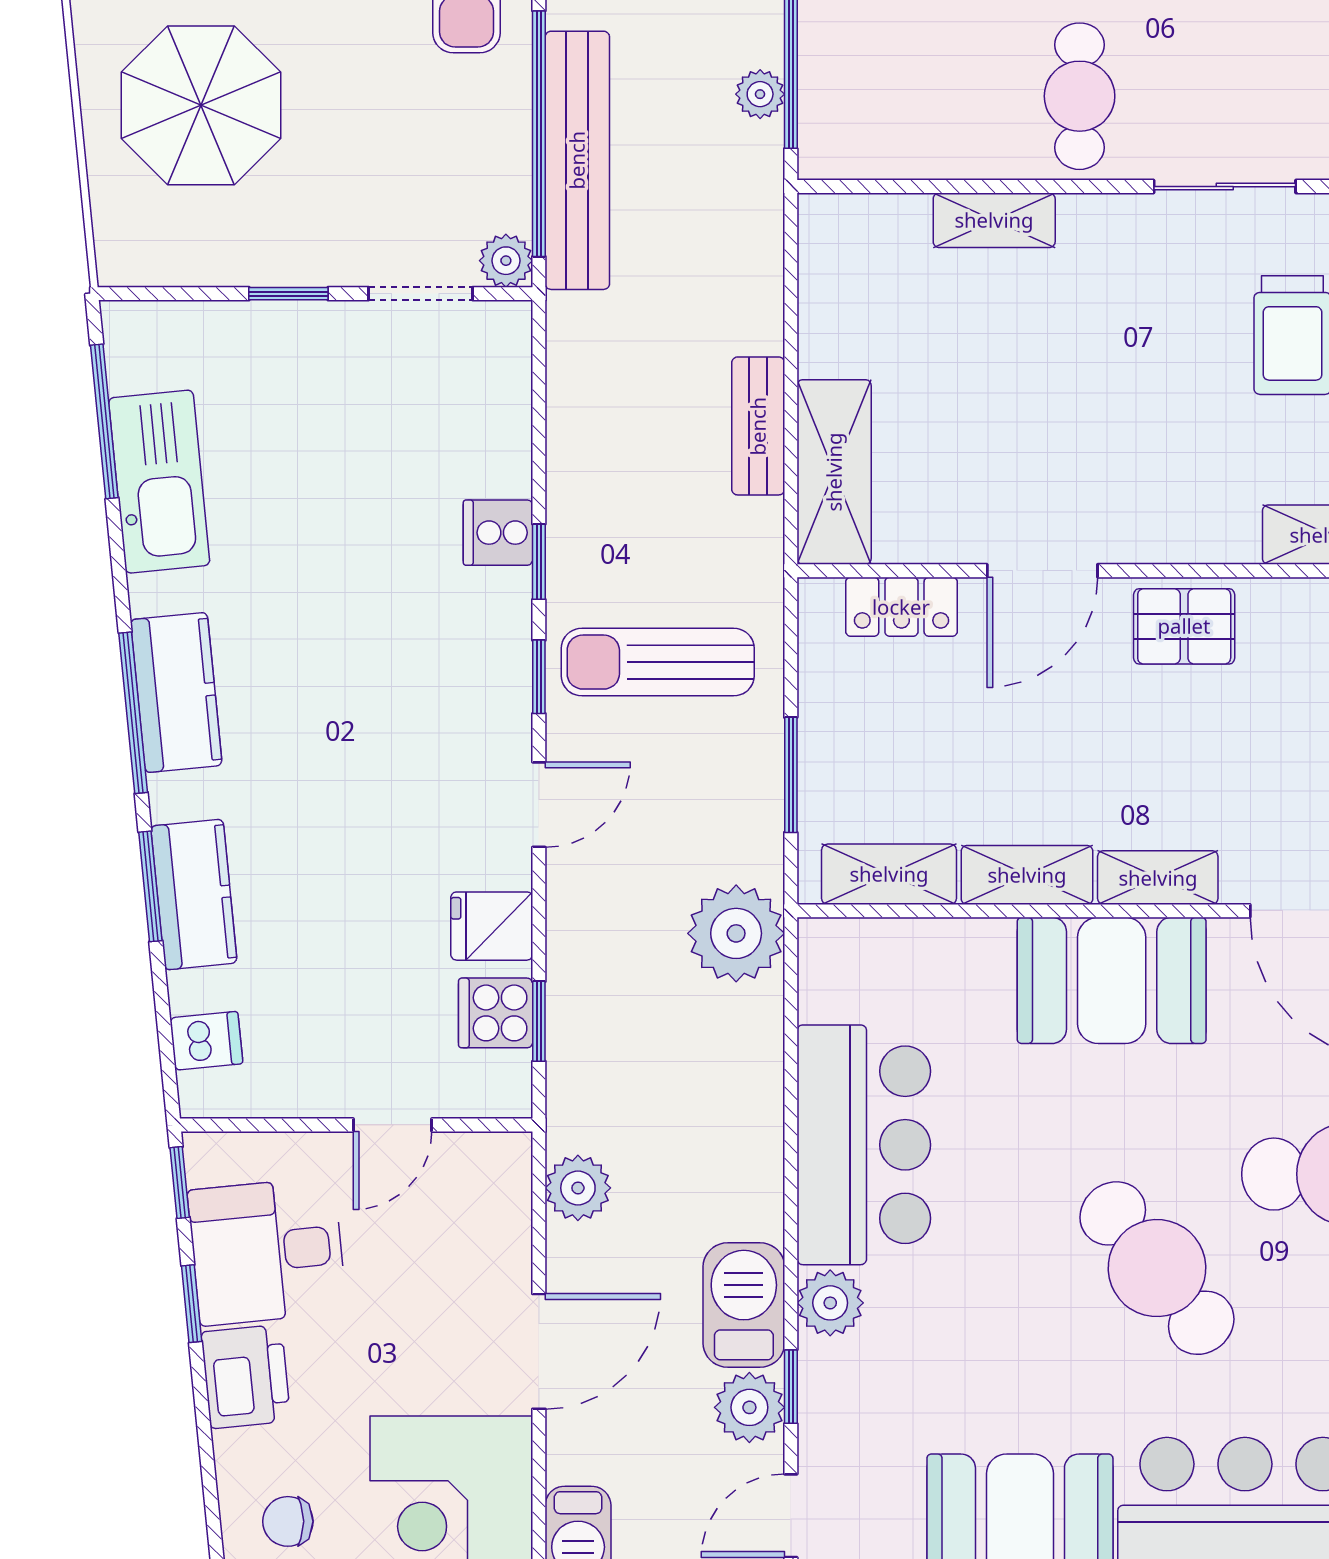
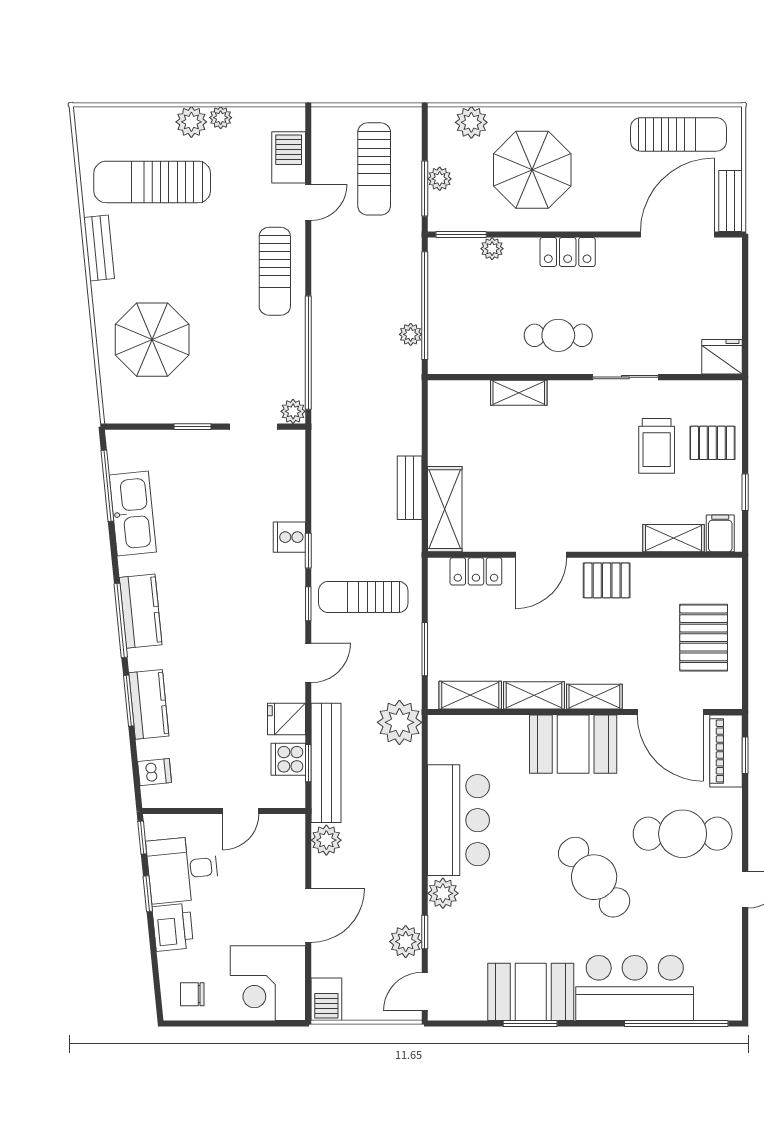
cafe table: (1080, 96) -> (558, 335), turned 90
bench: (577, 160) -> (326, 763), moved
barbecue: (744, 1305) -> (403, 894), removed

